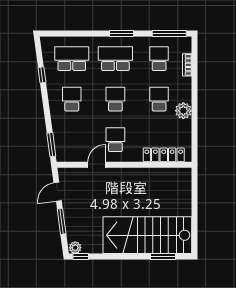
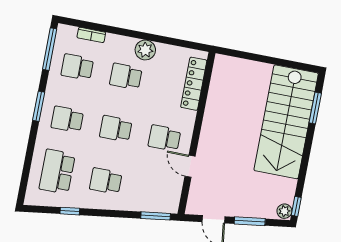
school desk: (115, 59) -> (67, 119), width x0.54

